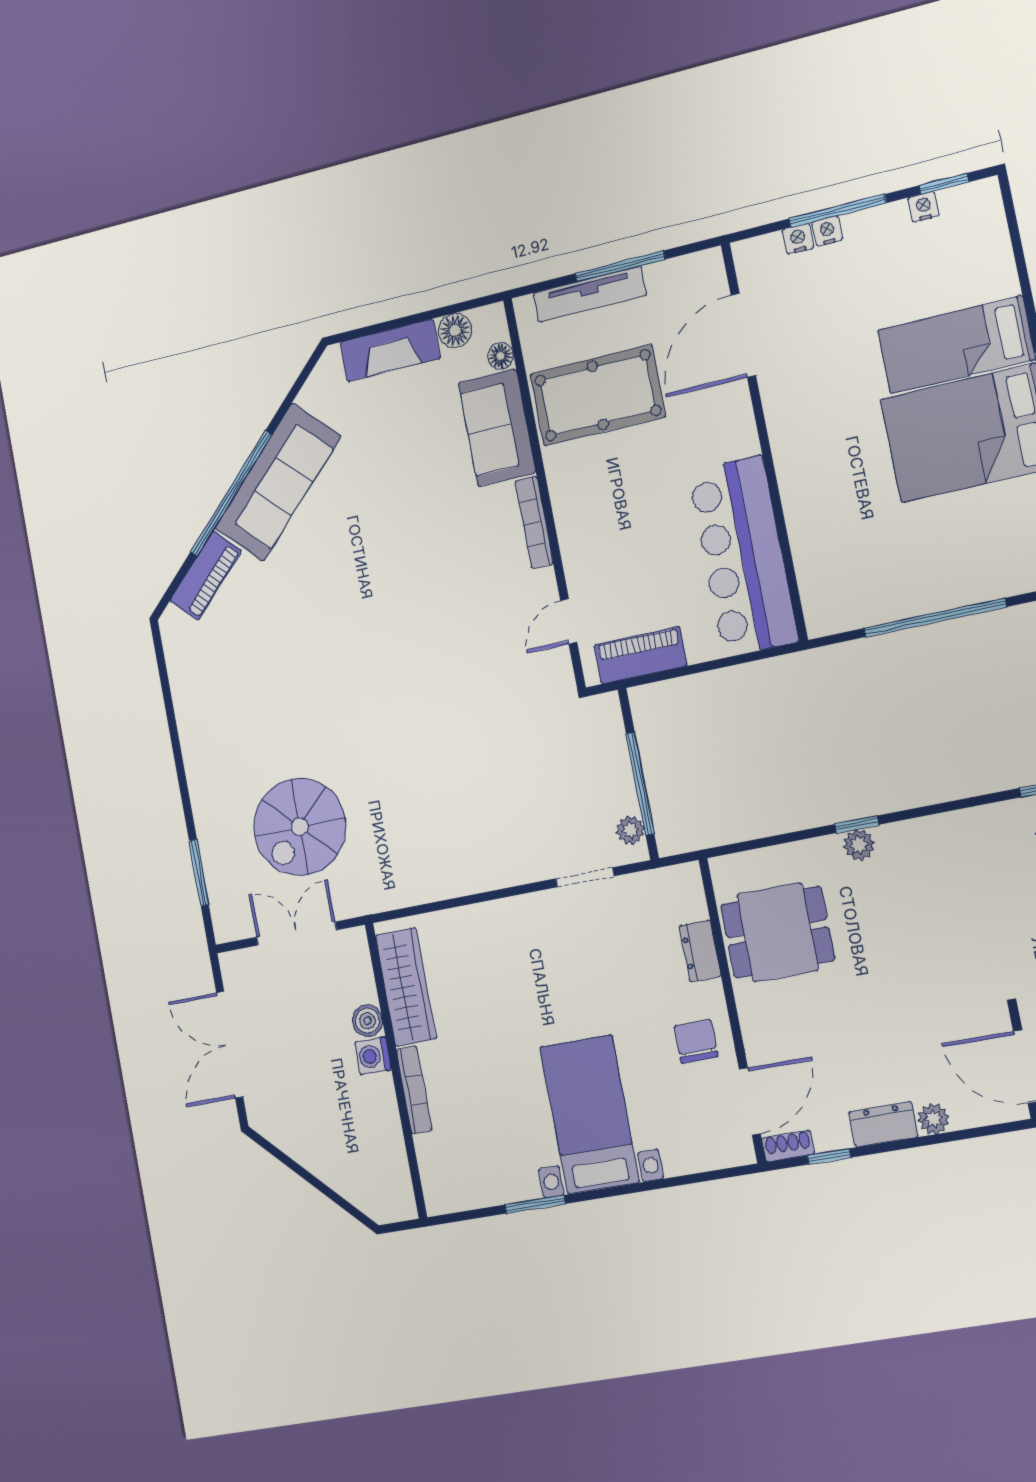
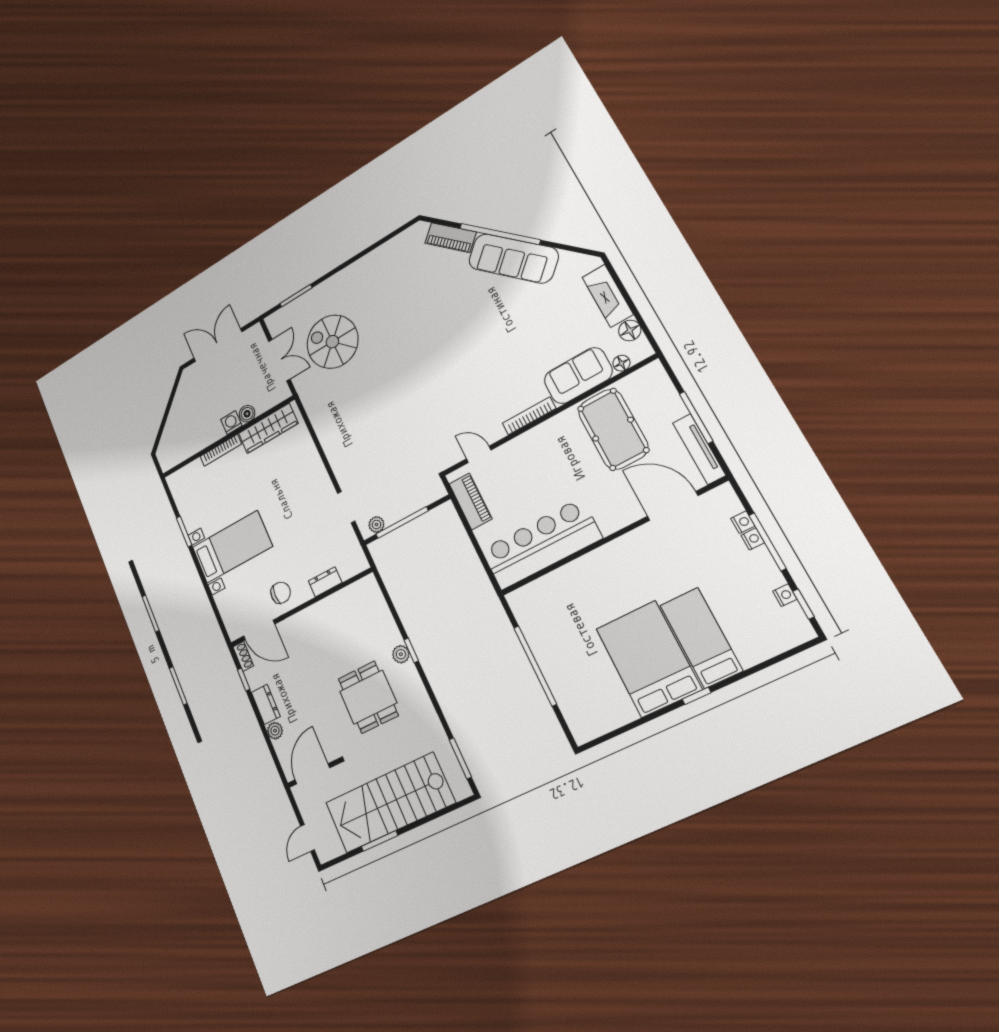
tv unit: (590, 294) -> (699, 449), moved
dining table: (778, 932) -> (368, 697), moved

